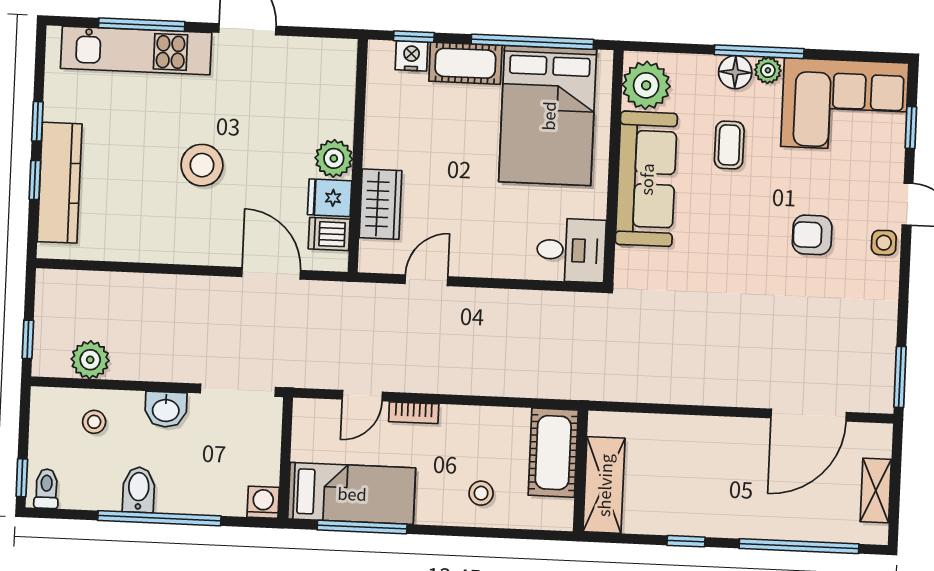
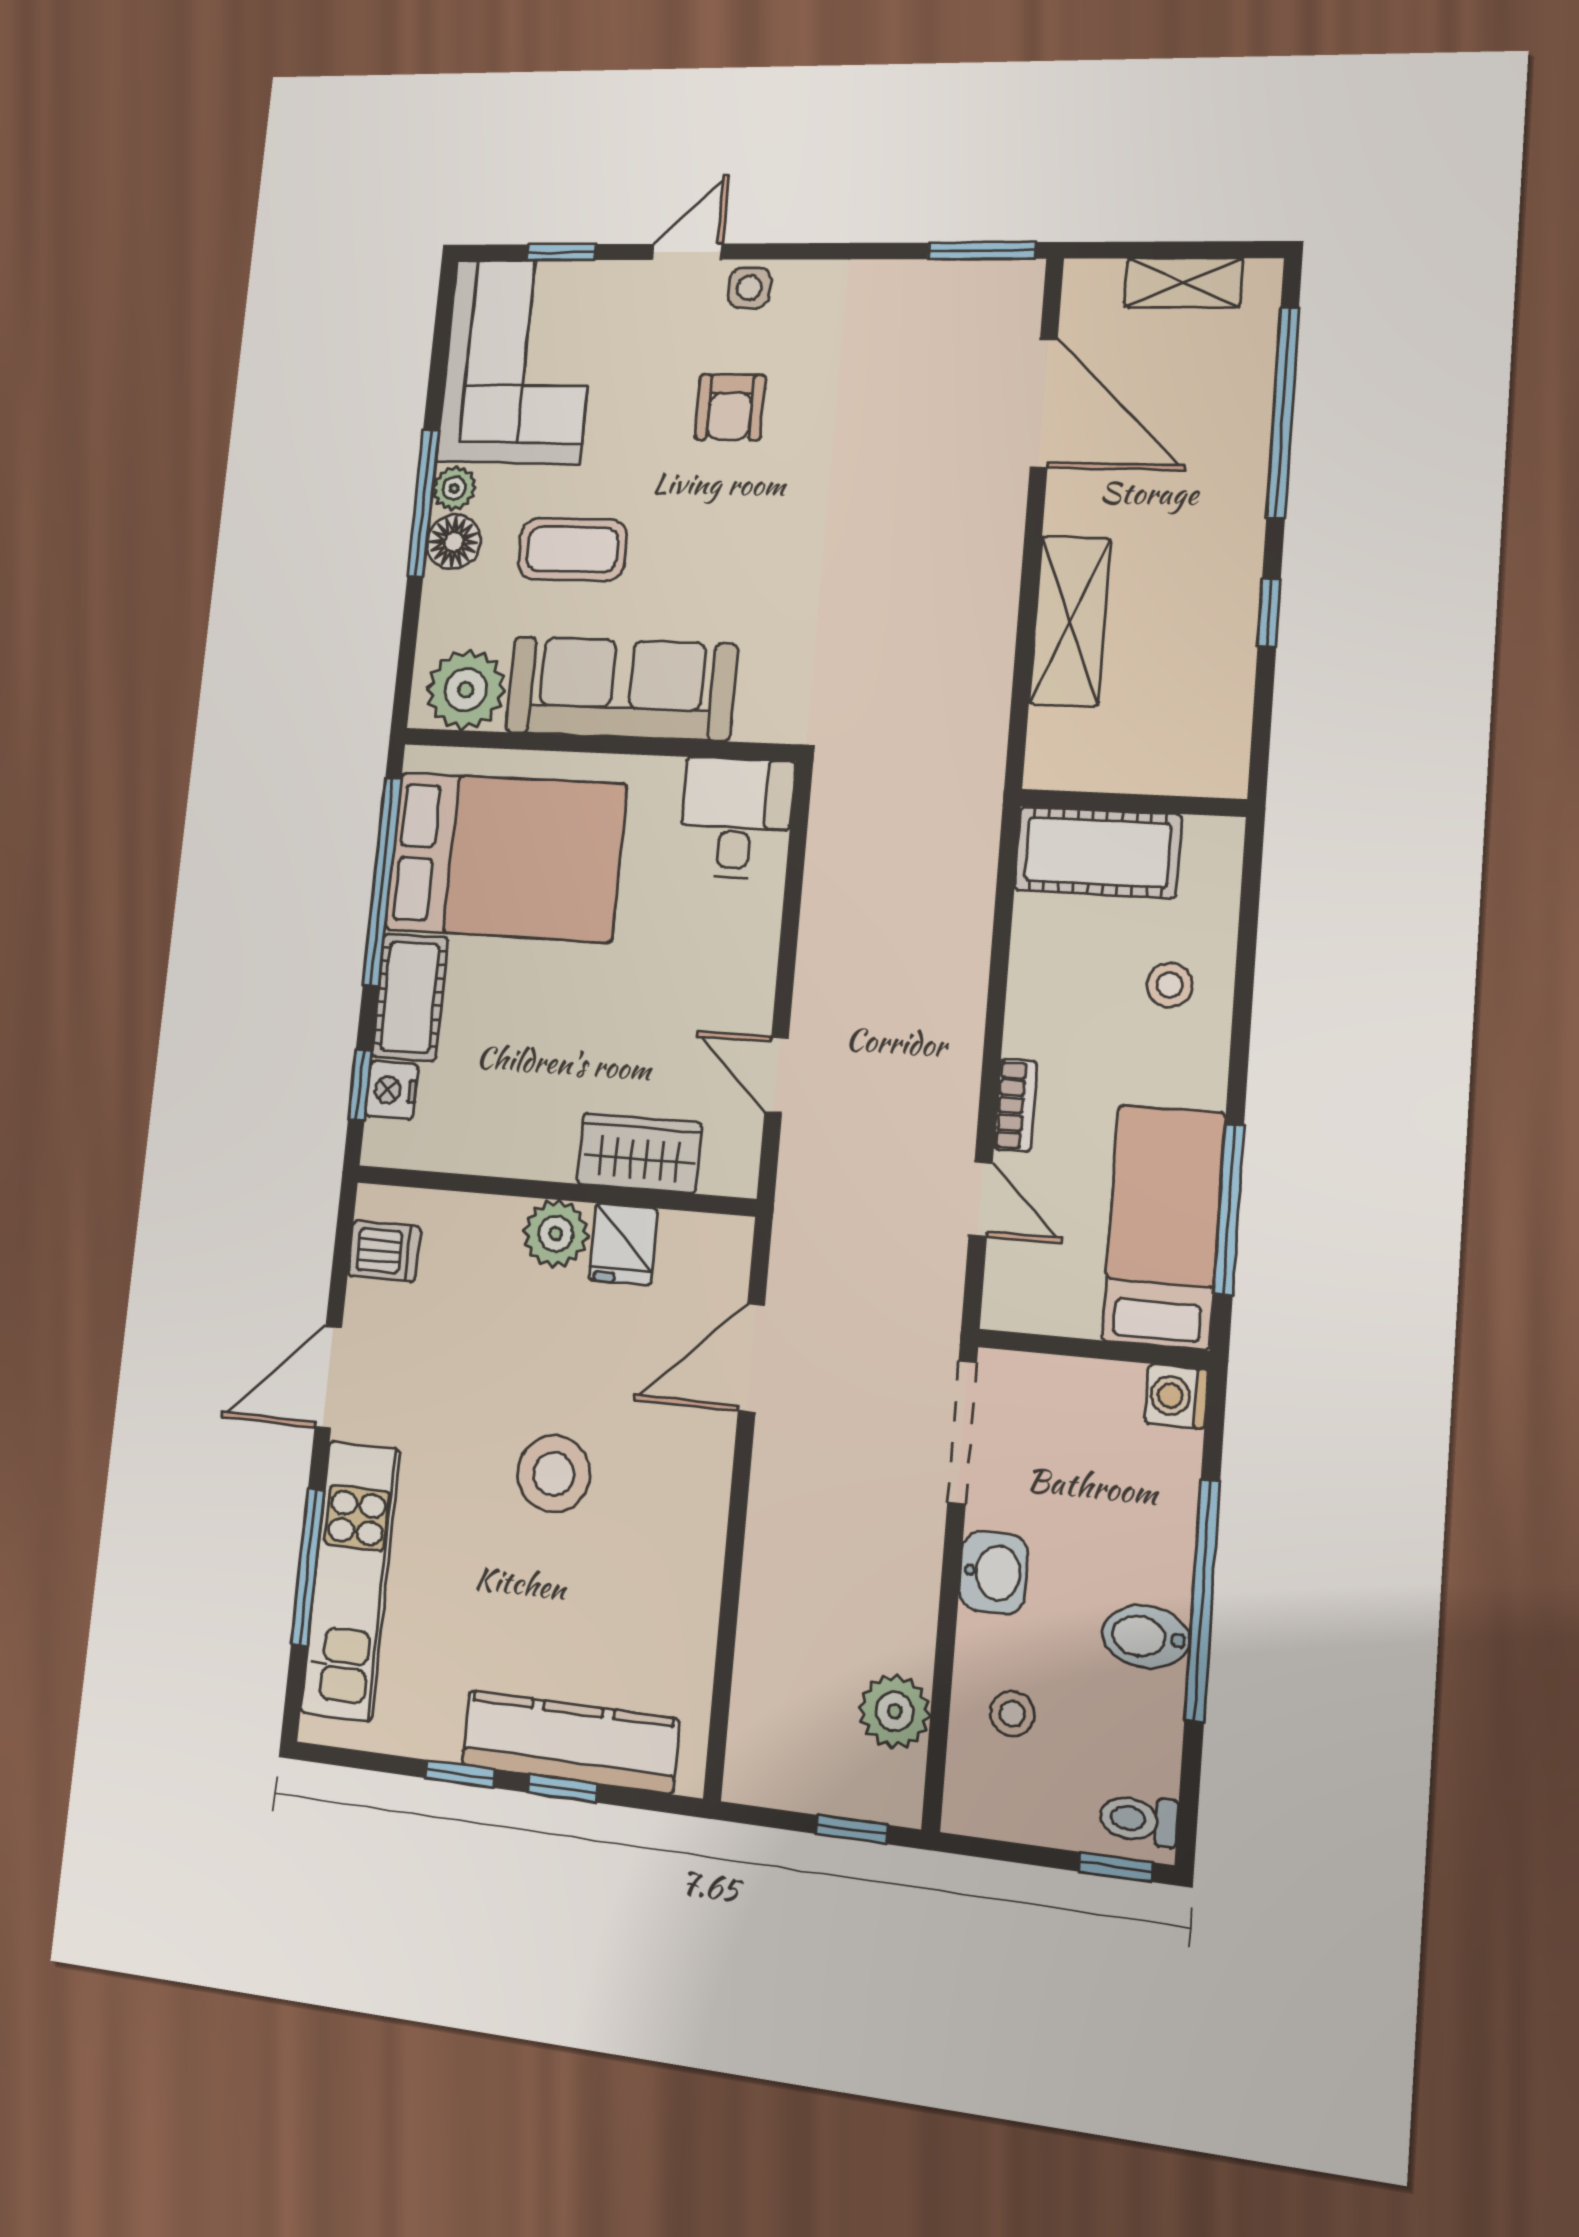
coffee table: (729, 145) -> (572, 549), width x1.36, depth x1.30
dishwasher: (329, 234) -> (384, 1251), moved, turned -90
shelving: (604, 485) -> (1070, 621), moved, turned 90

